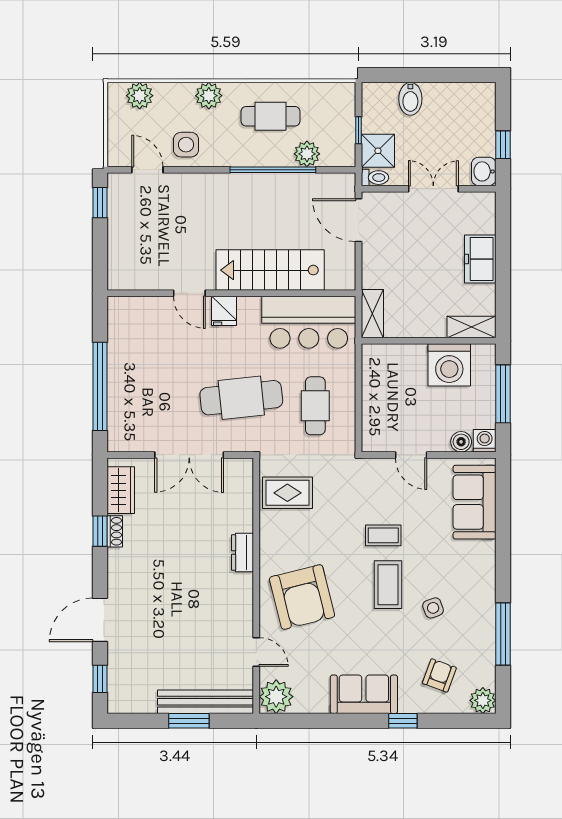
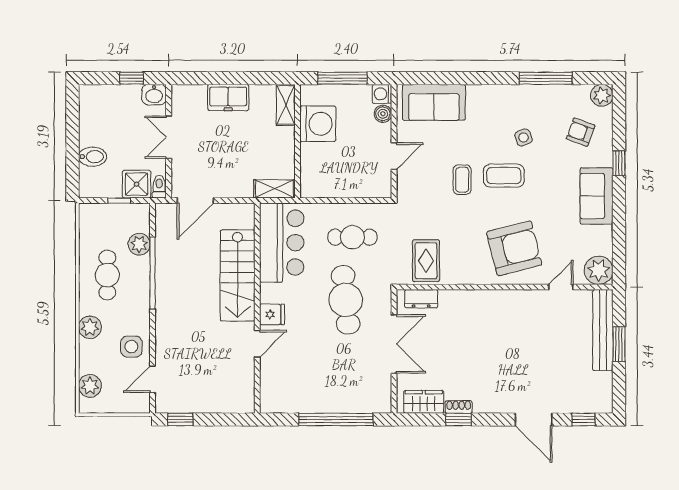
dresser: (243, 553) -> (421, 299), moved

